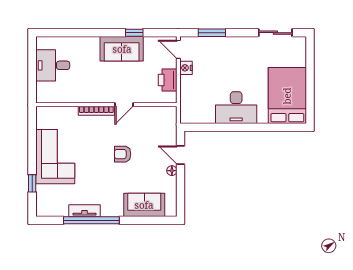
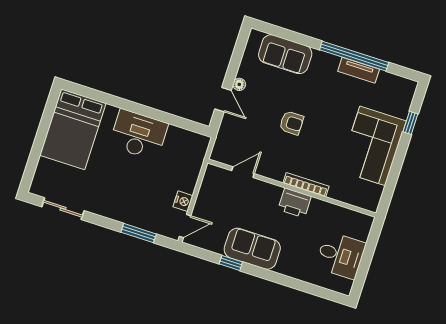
door: (178, 49) -> (185, 226), hinge flipped
printer: (168, 80) -> (295, 203), moved, turned 90
door: (124, 105) -> (243, 172), moved

